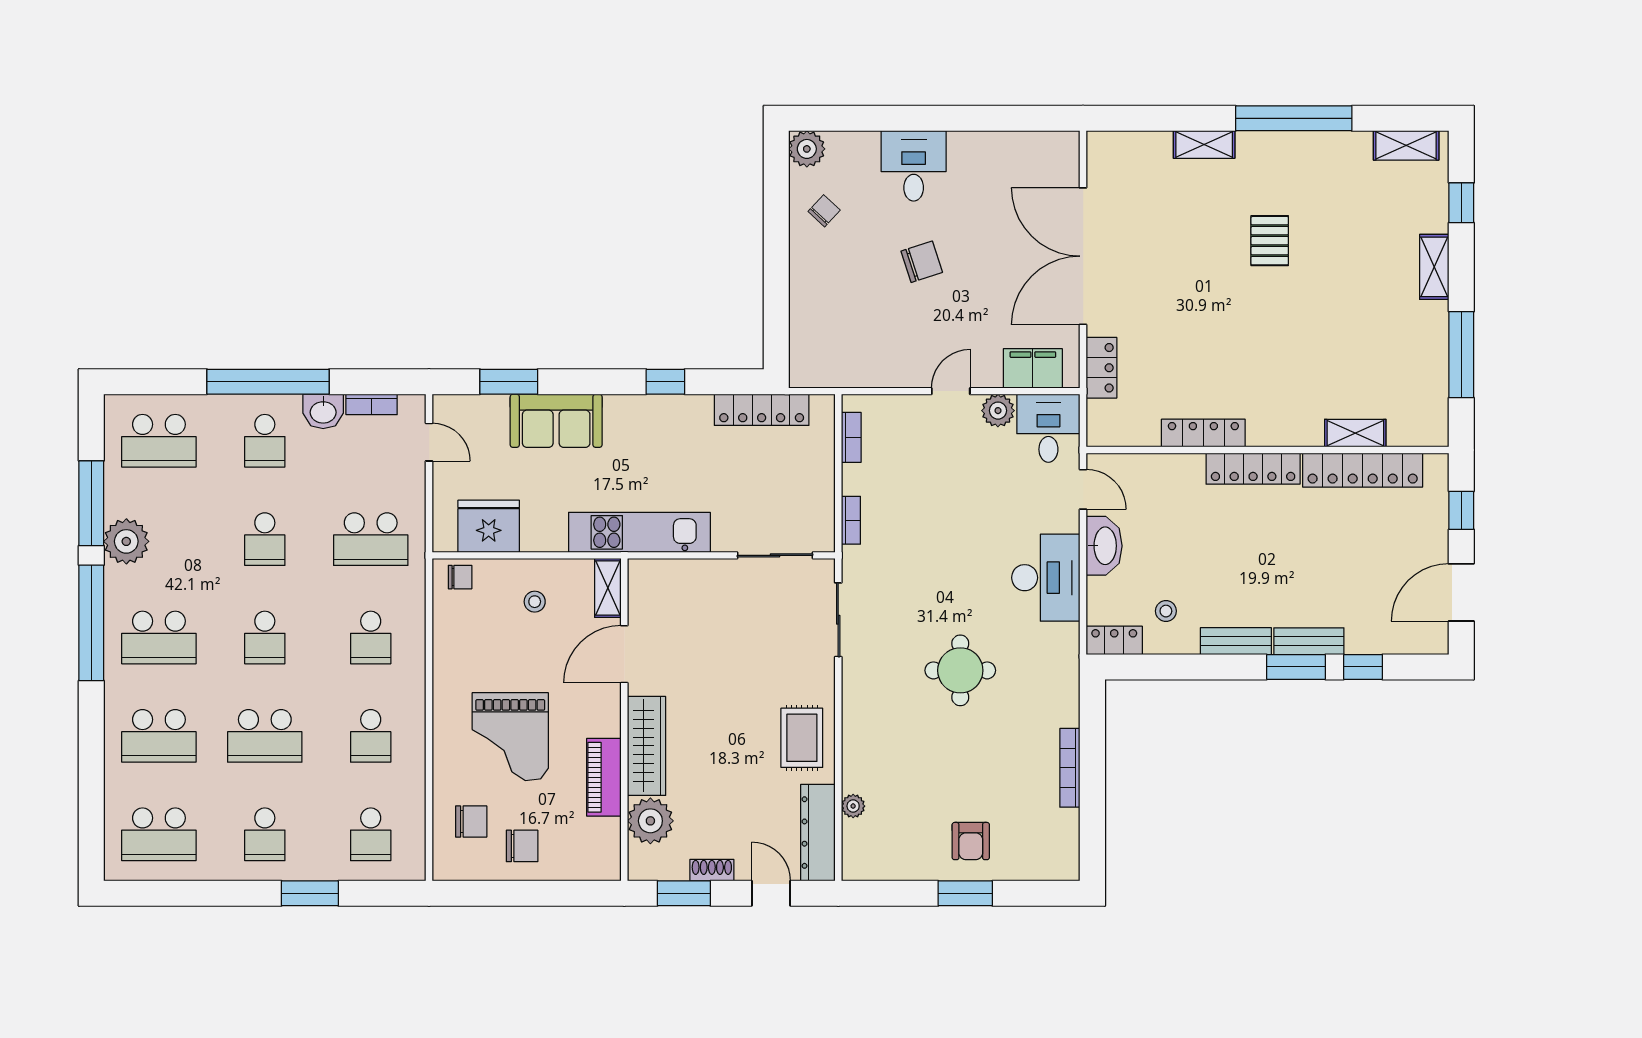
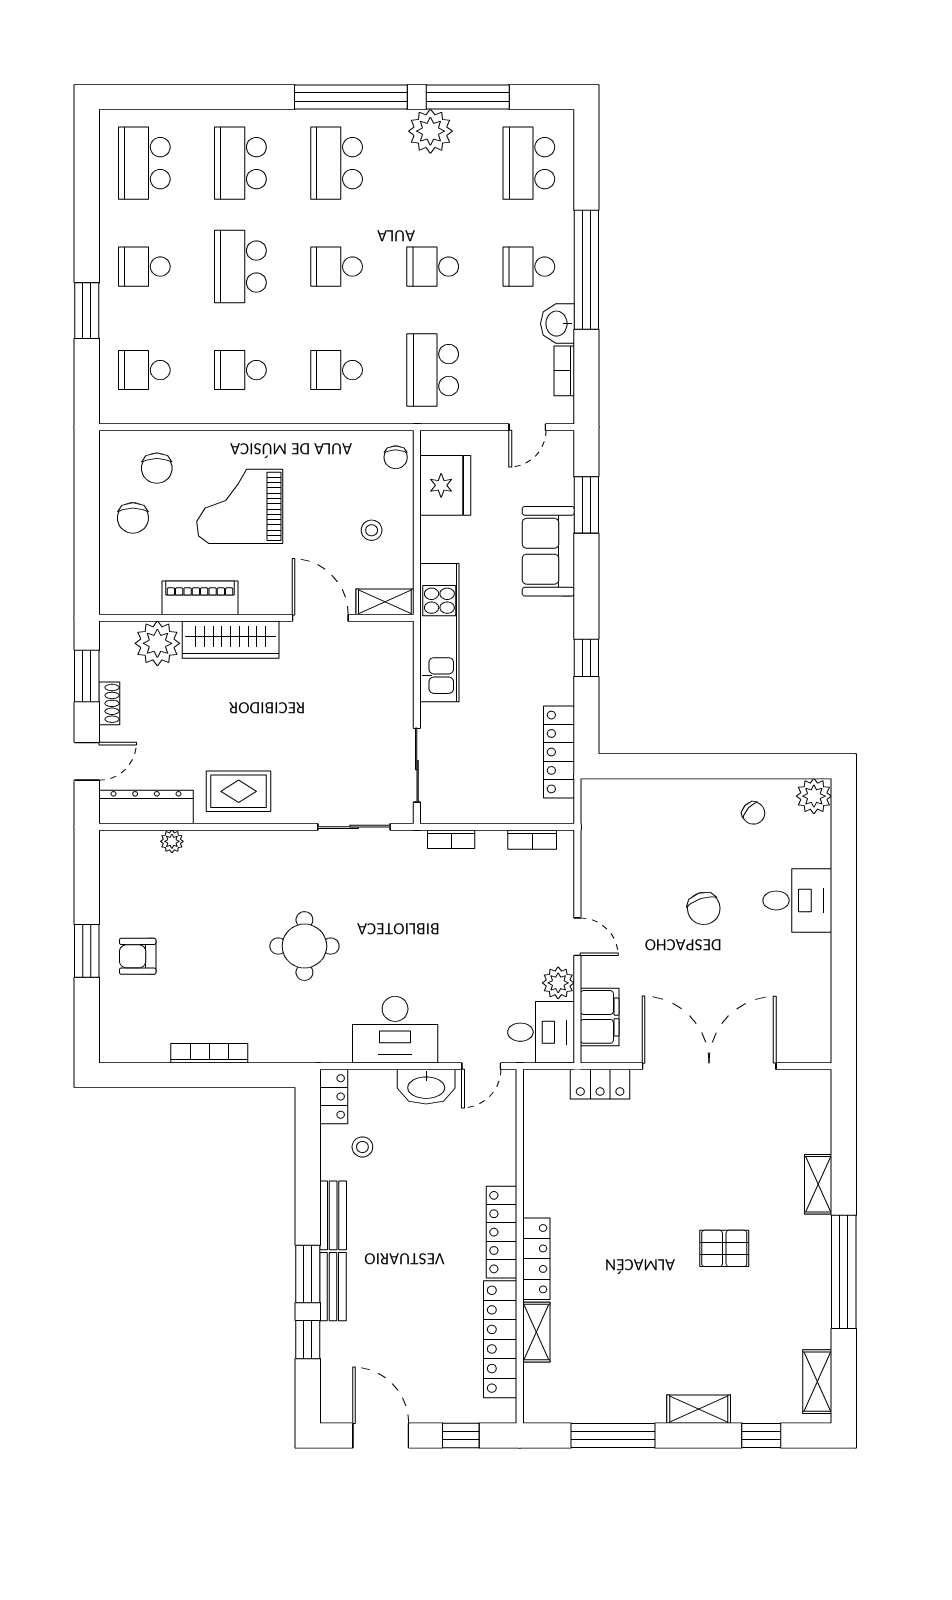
locker: (1203, 433) -> (536, 1259), moved

